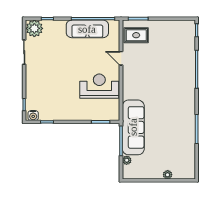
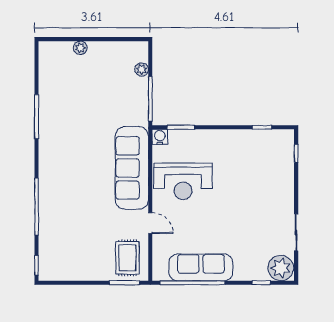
rug: (136, 35) -> (127, 258), turned 90
water cooler: (33, 116) -> (160, 137), moved
sofa: (133, 127) -> (132, 168), moved

